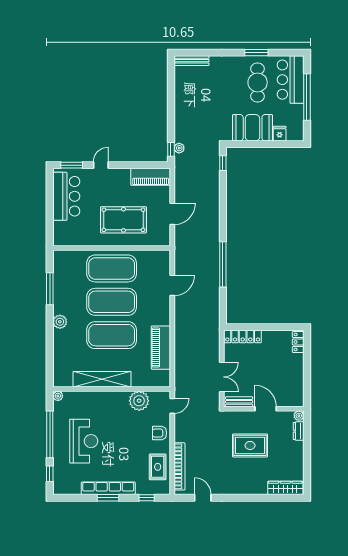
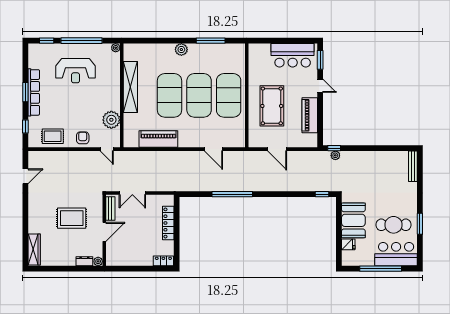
piano: (151, 177) -> (310, 115), moved
locker: (243, 337) -> (168, 223), moved
rug: (250, 445) -> (72, 218), turned 90
bookcase: (179, 466) -> (53, 156), removed

